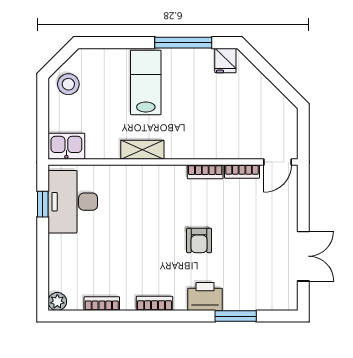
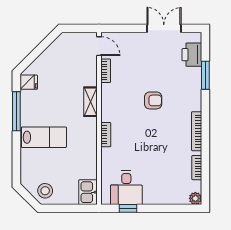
lab bench: (146, 82) -> (44, 137), turned 180
shelving: (142, 150) -> (90, 102), moved
bookcase: (205, 172) -> (106, 135), moved
desk: (73, 202) -> (126, 188), width x0.73
printer: (205, 297) -> (192, 55), moved
bookcase: (155, 303) -> (197, 131), width x1.56

